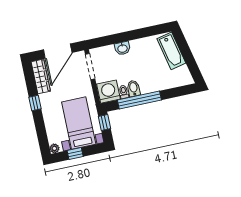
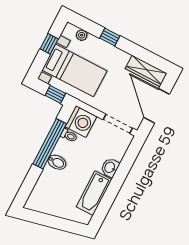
bathtub: (171, 51) -> (94, 193), moved, turned -77
bidet: (134, 88) -> (57, 162), moved
window: (35, 103) -> (110, 37), moved
plant: (54, 148) -> (82, 35), moved

